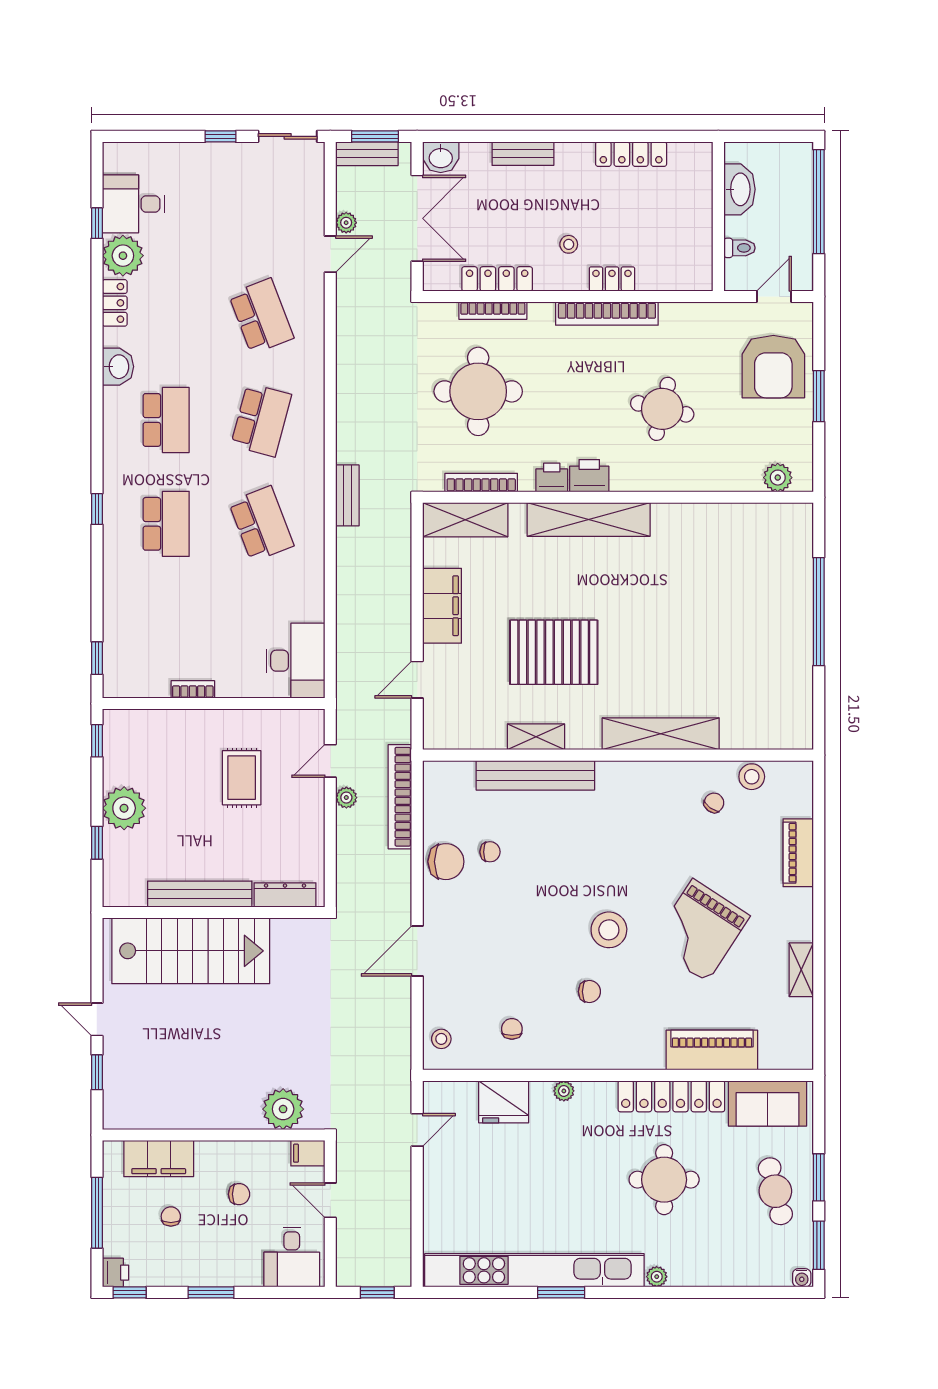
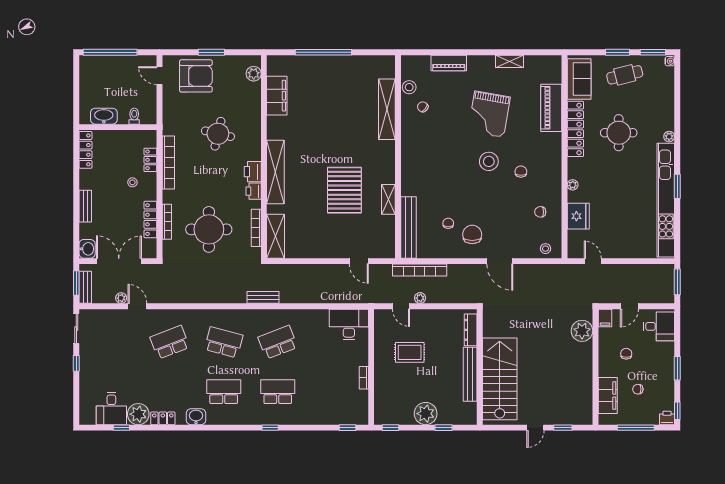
washbasin: (739, 189) -> (104, 116), moved
wall: (718, 216) -> (118, 127), moved
toilet: (739, 248) -> (134, 116), moved
filing cabinet: (442, 606) -> (277, 96), moved, turned 90
shelving: (661, 734) -> (387, 109), moved
bench: (535, 775) -> (408, 227), moved
chair: (446, 862) -> (472, 234), moved
grand piano: (700, 930) -> (489, 114), turned 67
window: (377, 1292) -> (677, 282), width x1.50

